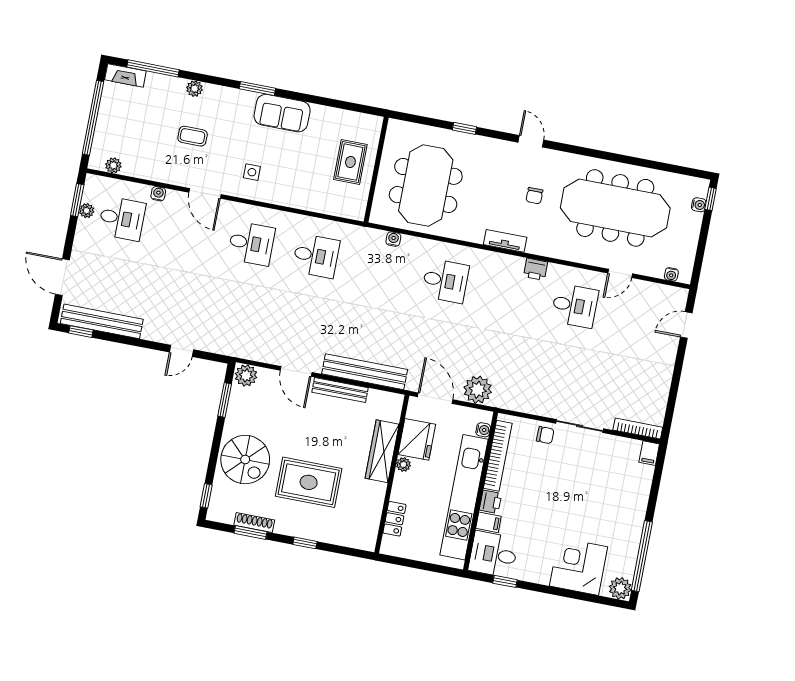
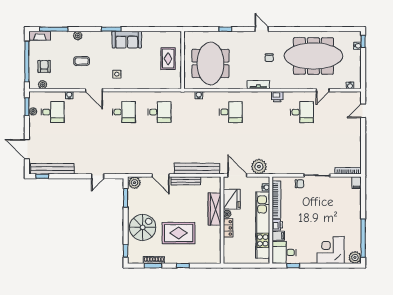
armchair: (123, 133) -> (44, 66), added
spiral stairs: (245, 460) -> (143, 227), turned -90
locker: (394, 519) -> (228, 228), moved

